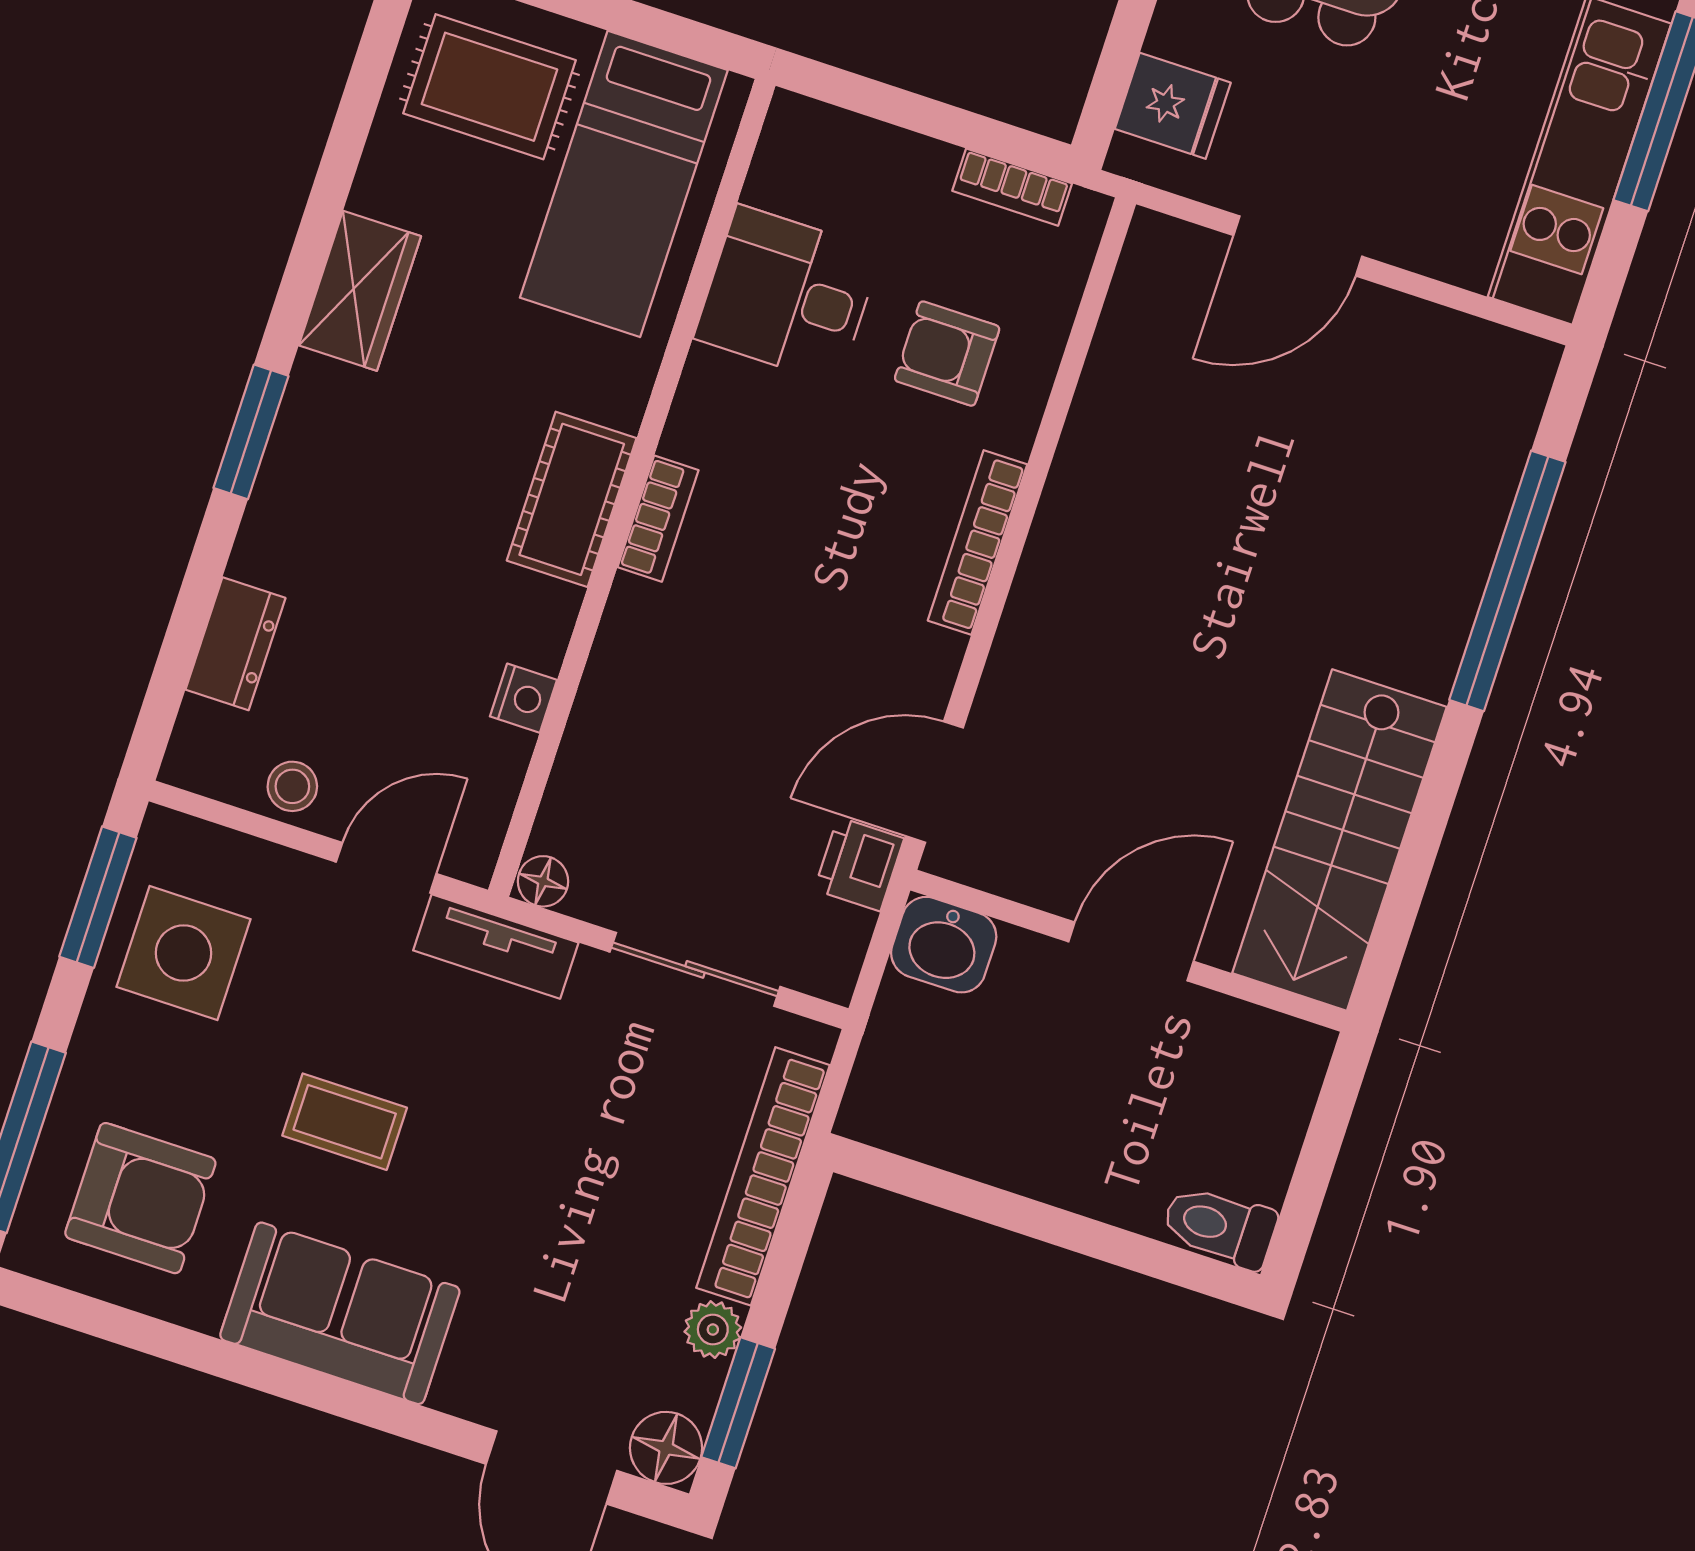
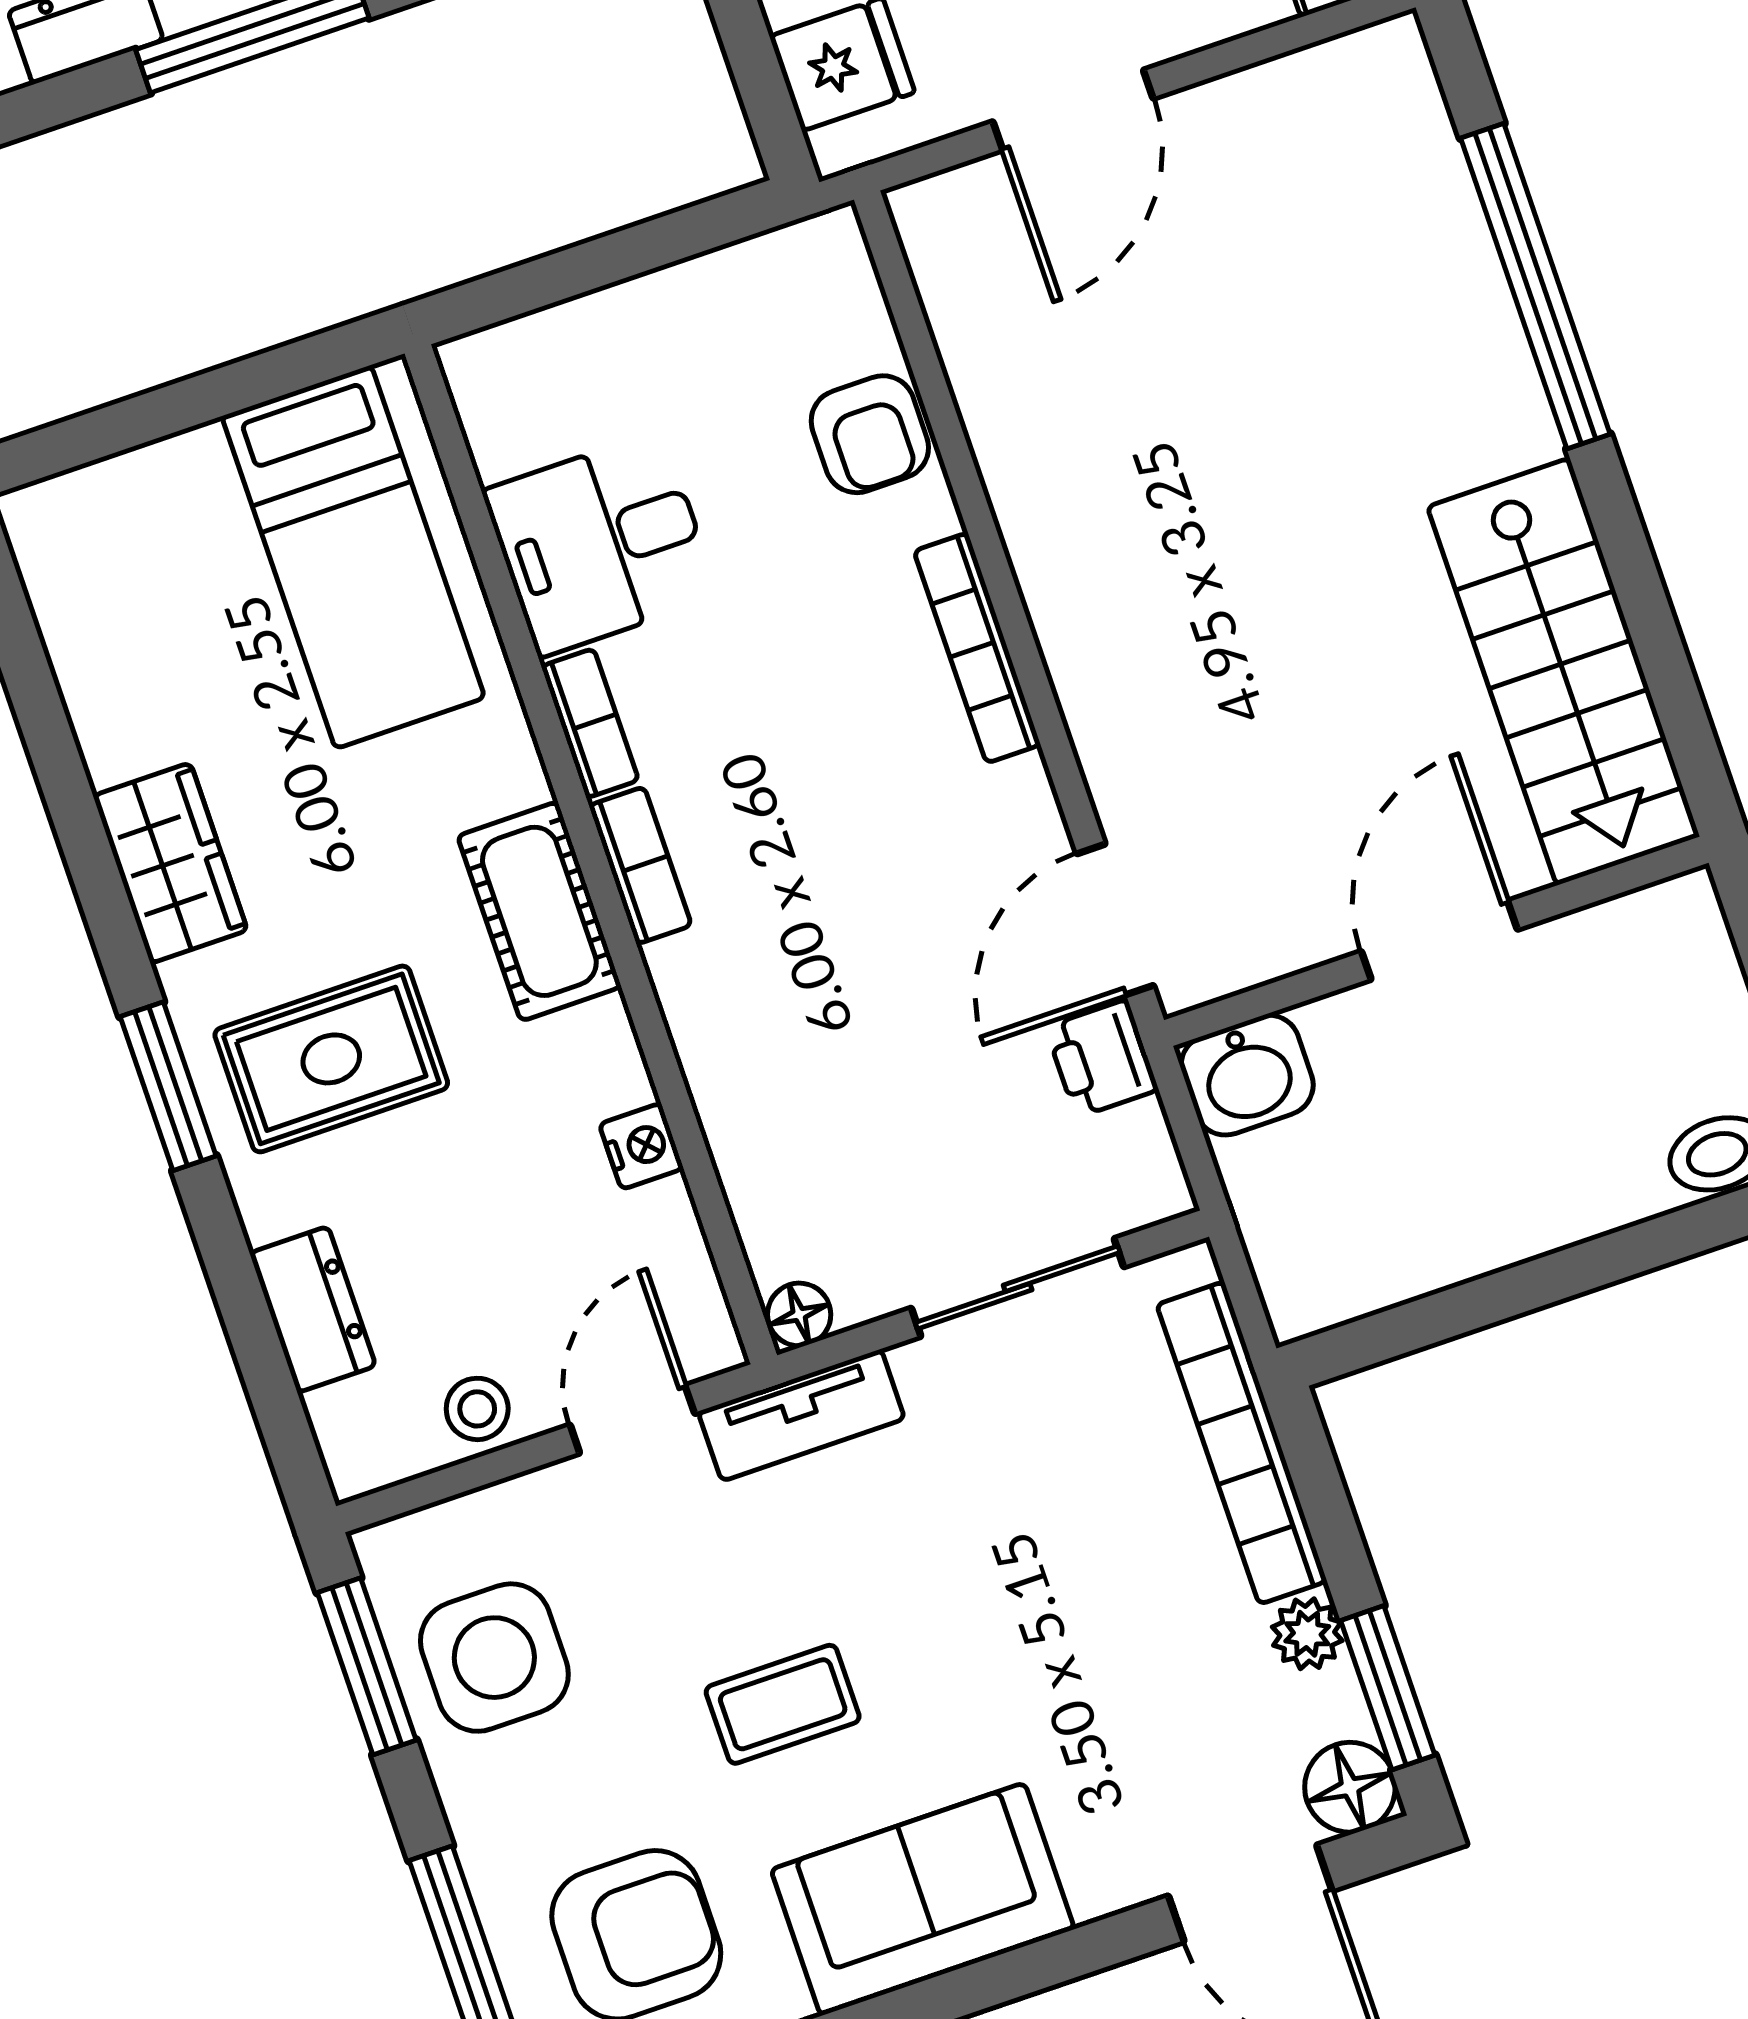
rug: (489, 87) -> (331, 1059), moved
bookcase: (1012, 187) -> (590, 723), moved, turned -90
armchair: (947, 354) -> (870, 434), moved, turned -90

